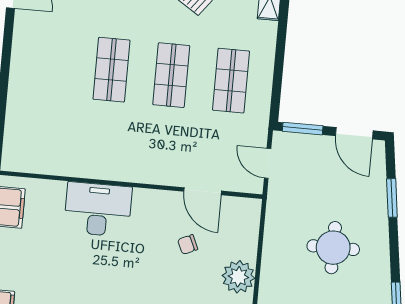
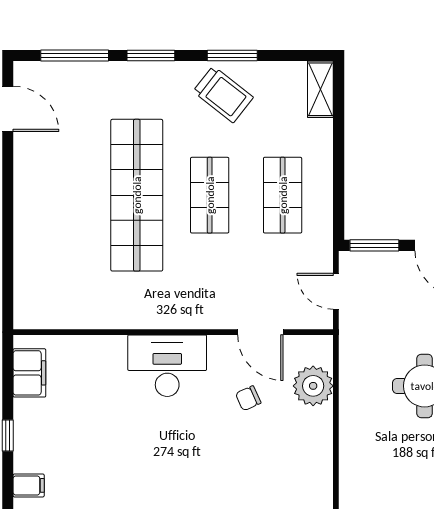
shop shelf: (111, 70) -> (137, 195), width x2.00, depth x1.36
desk: (98, 209) -> (167, 366), moved
plant: (238, 277) -> (313, 386), moved

